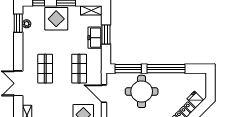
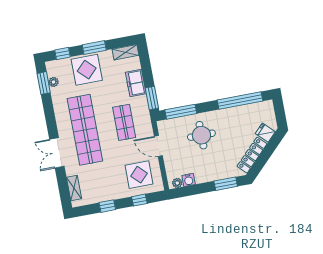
window: (106, 34) -> (152, 98), moved
shop shelf: (45, 69) -> (85, 130), width x2.00, depth x1.36
window: (166, 69) -> (240, 100), moved
round table: (142, 91) -> (201, 135), width x0.73, depth x0.73

